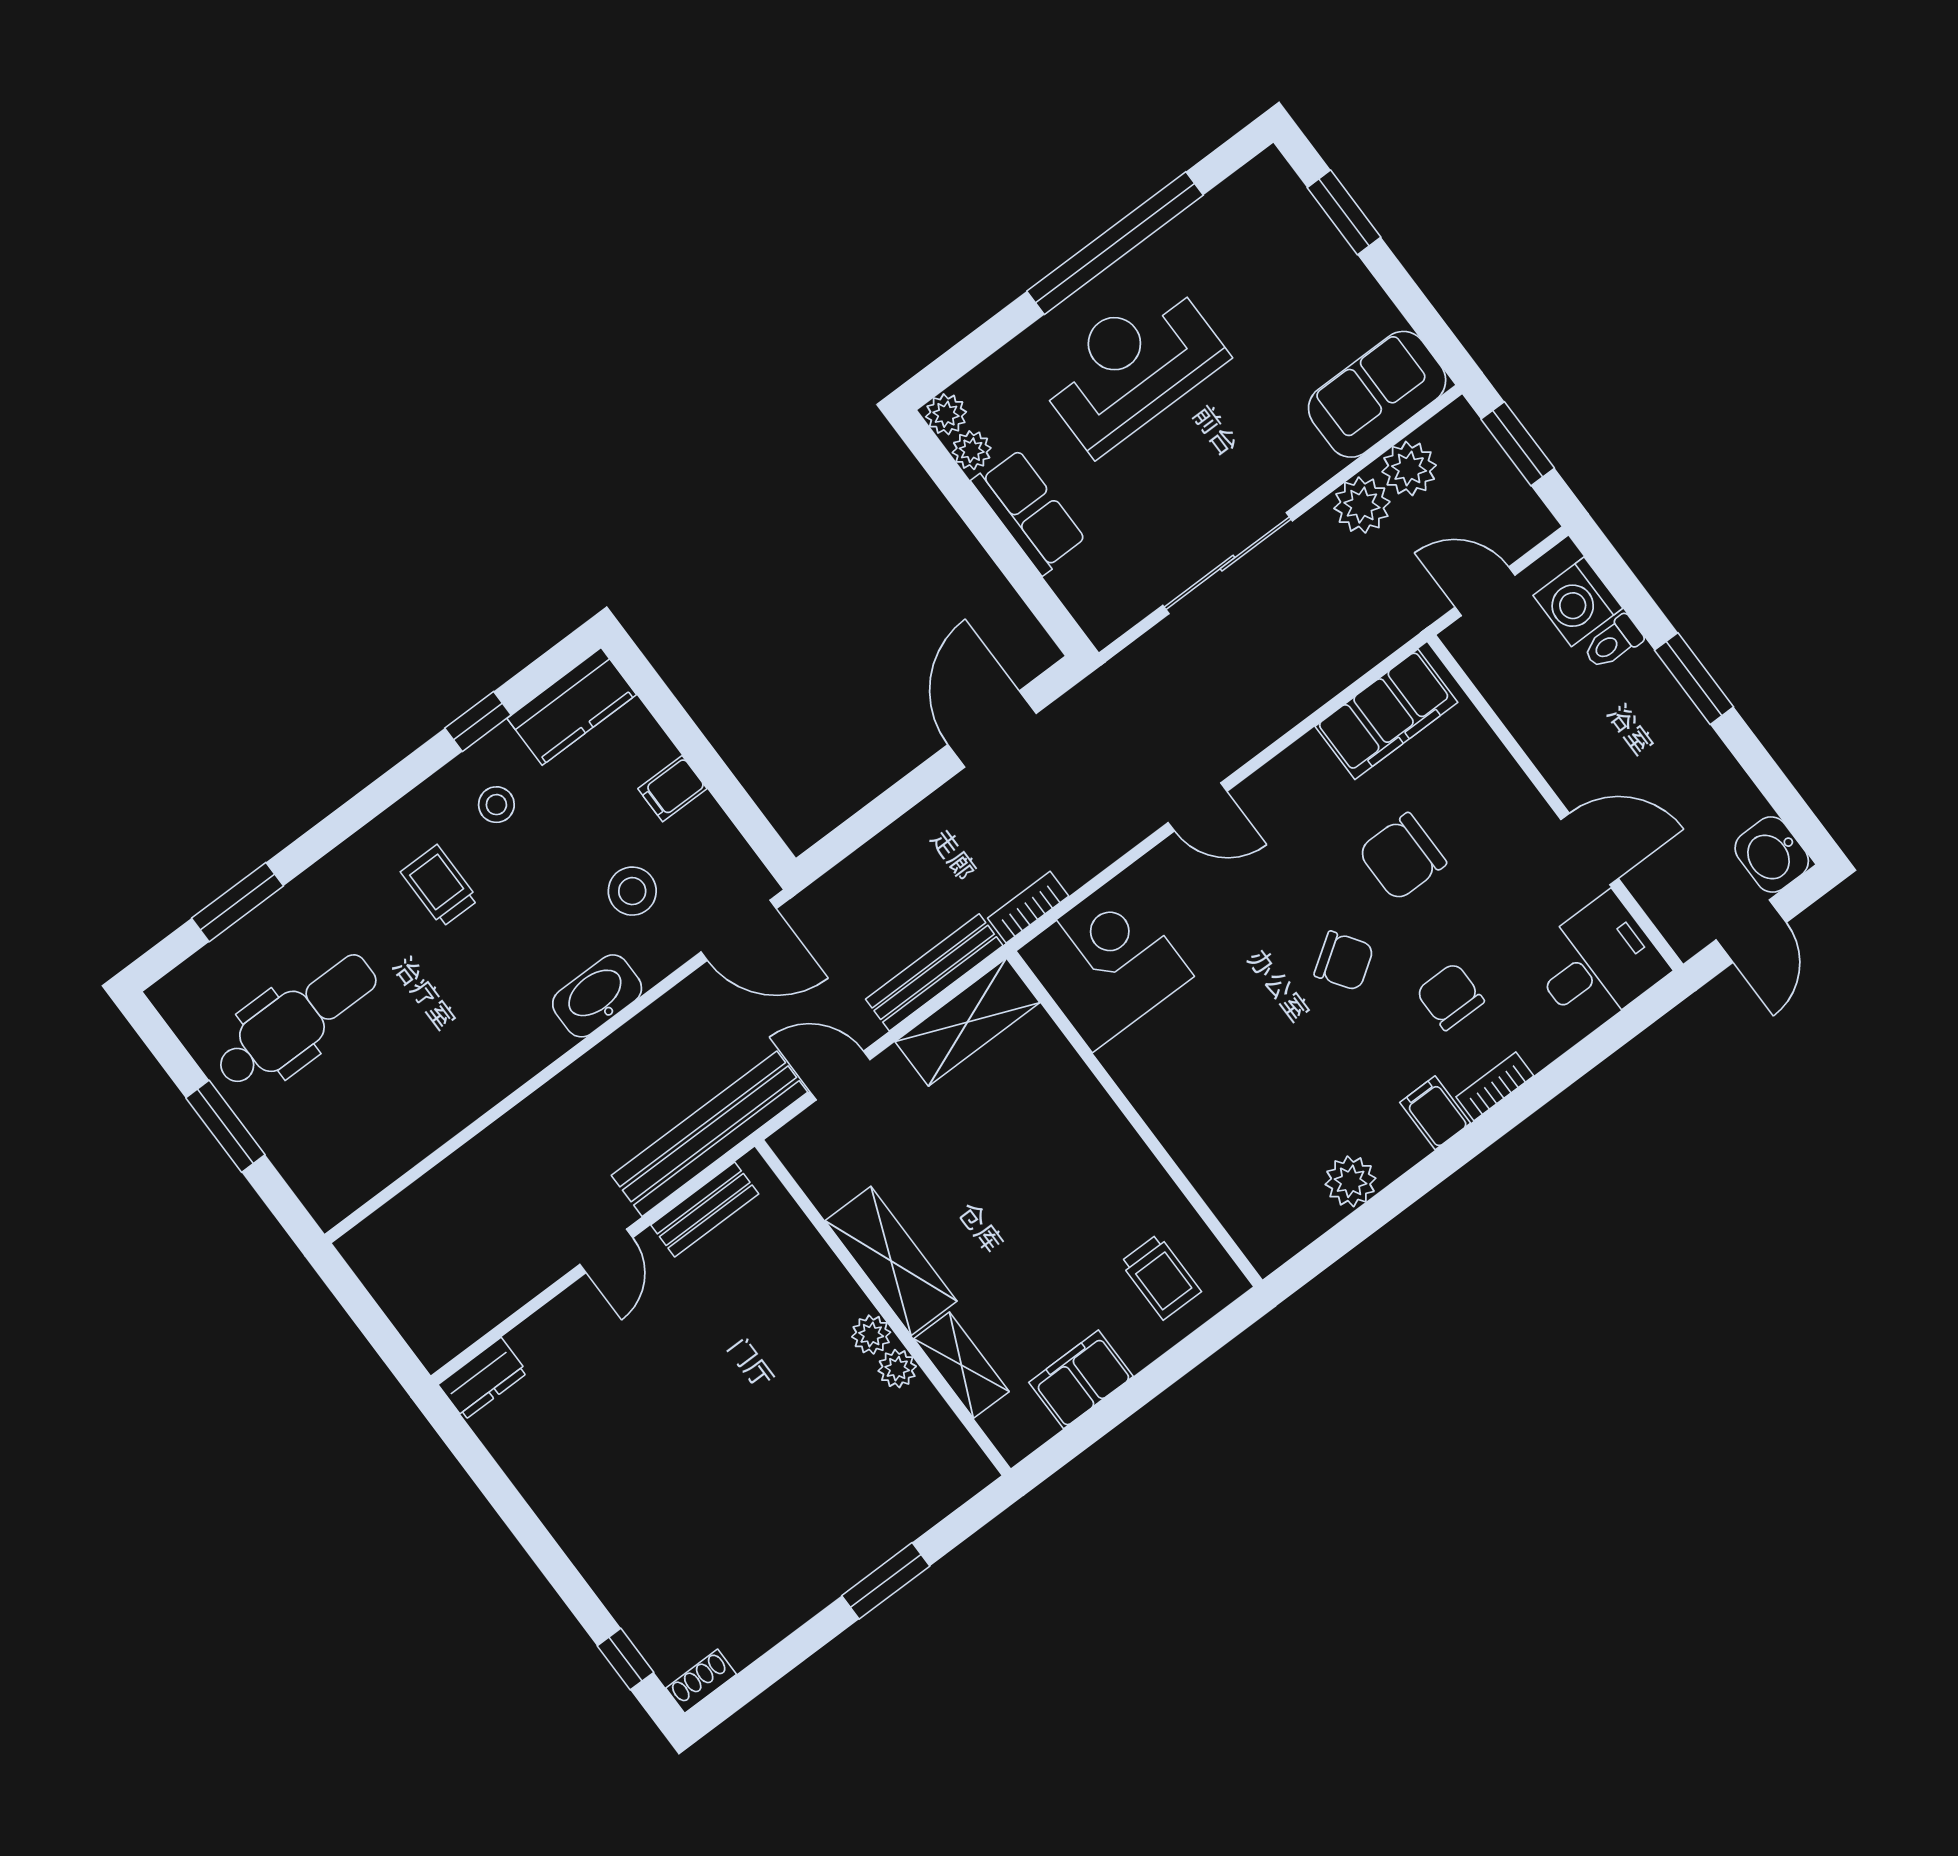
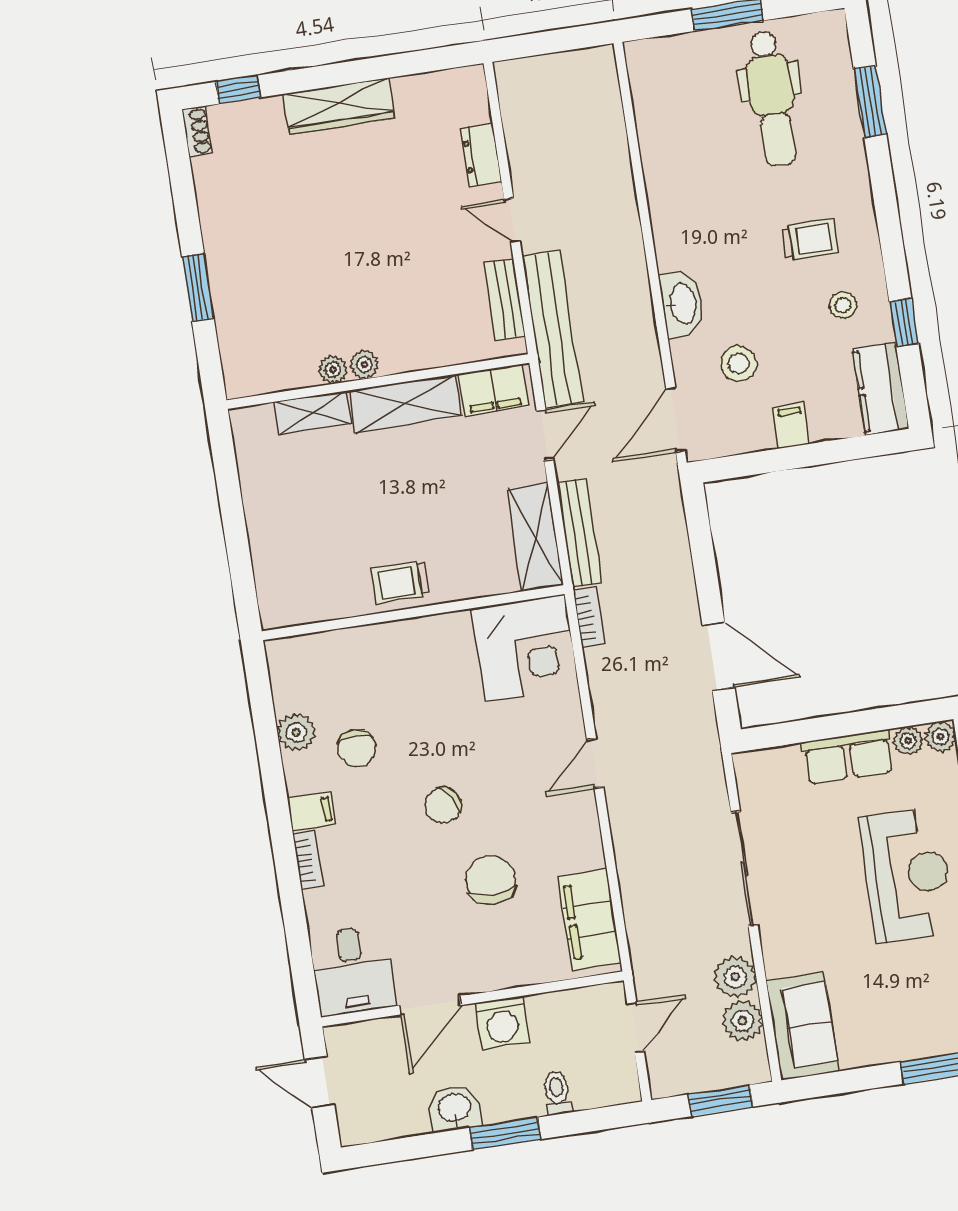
washing machine: (1578, 602) -> (502, 1023), moved, turned 180
washbasin: (1772, 855) -> (455, 1109), moved
chair: (1450, 996) -> (357, 748), moved, turned 90
trolley: (1161, 1277) -> (401, 582), moved
dresser: (483, 1379) -> (481, 155), moved
filing cabinet: (1081, 1379) -> (493, 390), moved, turned 90
wardrobe: (581, 1529) -> (339, 106), added

